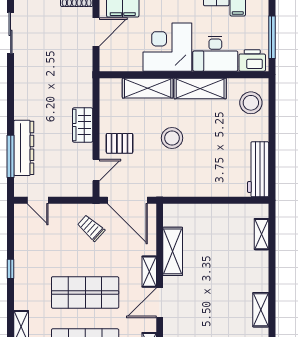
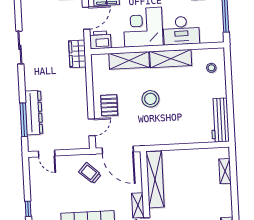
sliding door: (11, 33) -> (20, 47), moved
printer: (252, 60) -> (100, 40), moved
stool: (251, 103) -> (211, 68), width x0.53, depth x0.53
wardrobe: (83, 125) -> (77, 54), moved
pallet: (120, 143) -> (109, 105), turned 90
shelving: (173, 251) -> (155, 179), width x1.47

